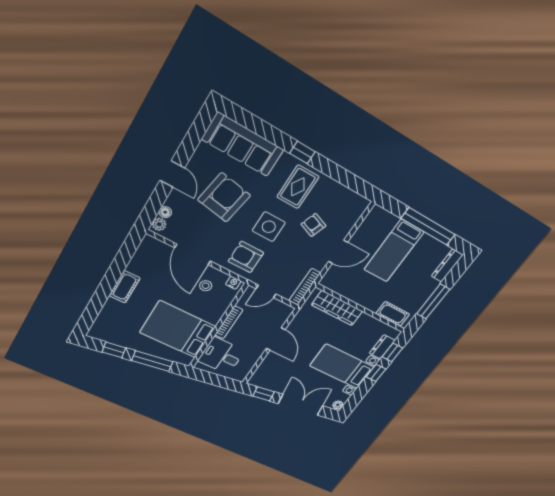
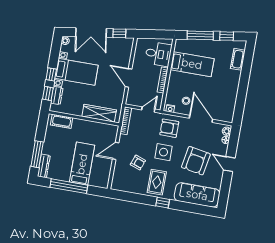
armchair: (246, 257) -> (169, 128), turned 180
cot: (125, 287) -> (238, 59), moved
window: (433, 301) -> (37, 154), moved
bed: (178, 329) -> (192, 64), width x0.67

